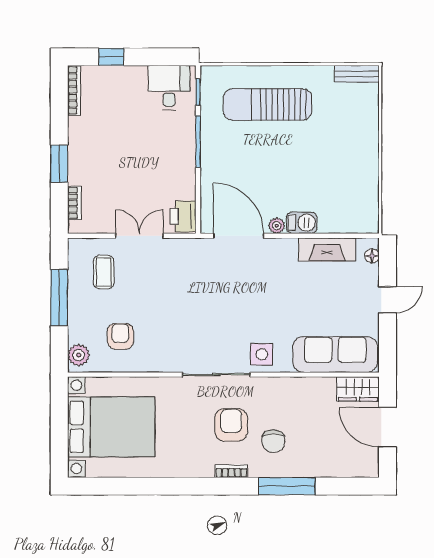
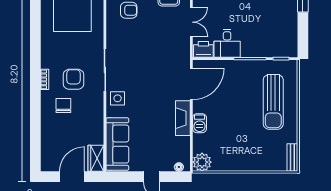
desk: (169, 88) -> (227, 43), moved, turned 90
sun lounger: (268, 104) -> (273, 102), turned 180
plant: (277, 226) -> (202, 162), moved, width x1.88, depth x1.88
fireplace: (327, 249) -> (183, 118), moved
armchair: (231, 425) -> (73, 79), turned -90
chair: (273, 441) -> (63, 106), turned 90
window: (287, 486) -> (35, 114), removed

